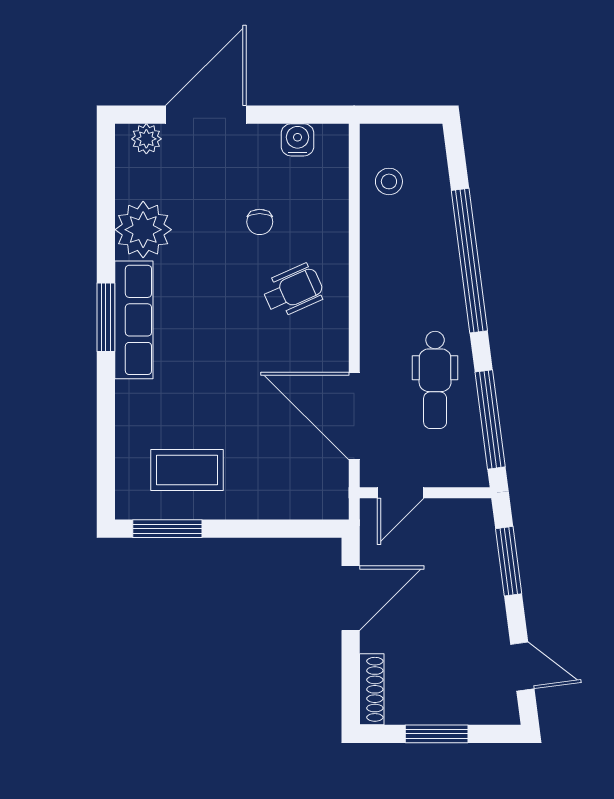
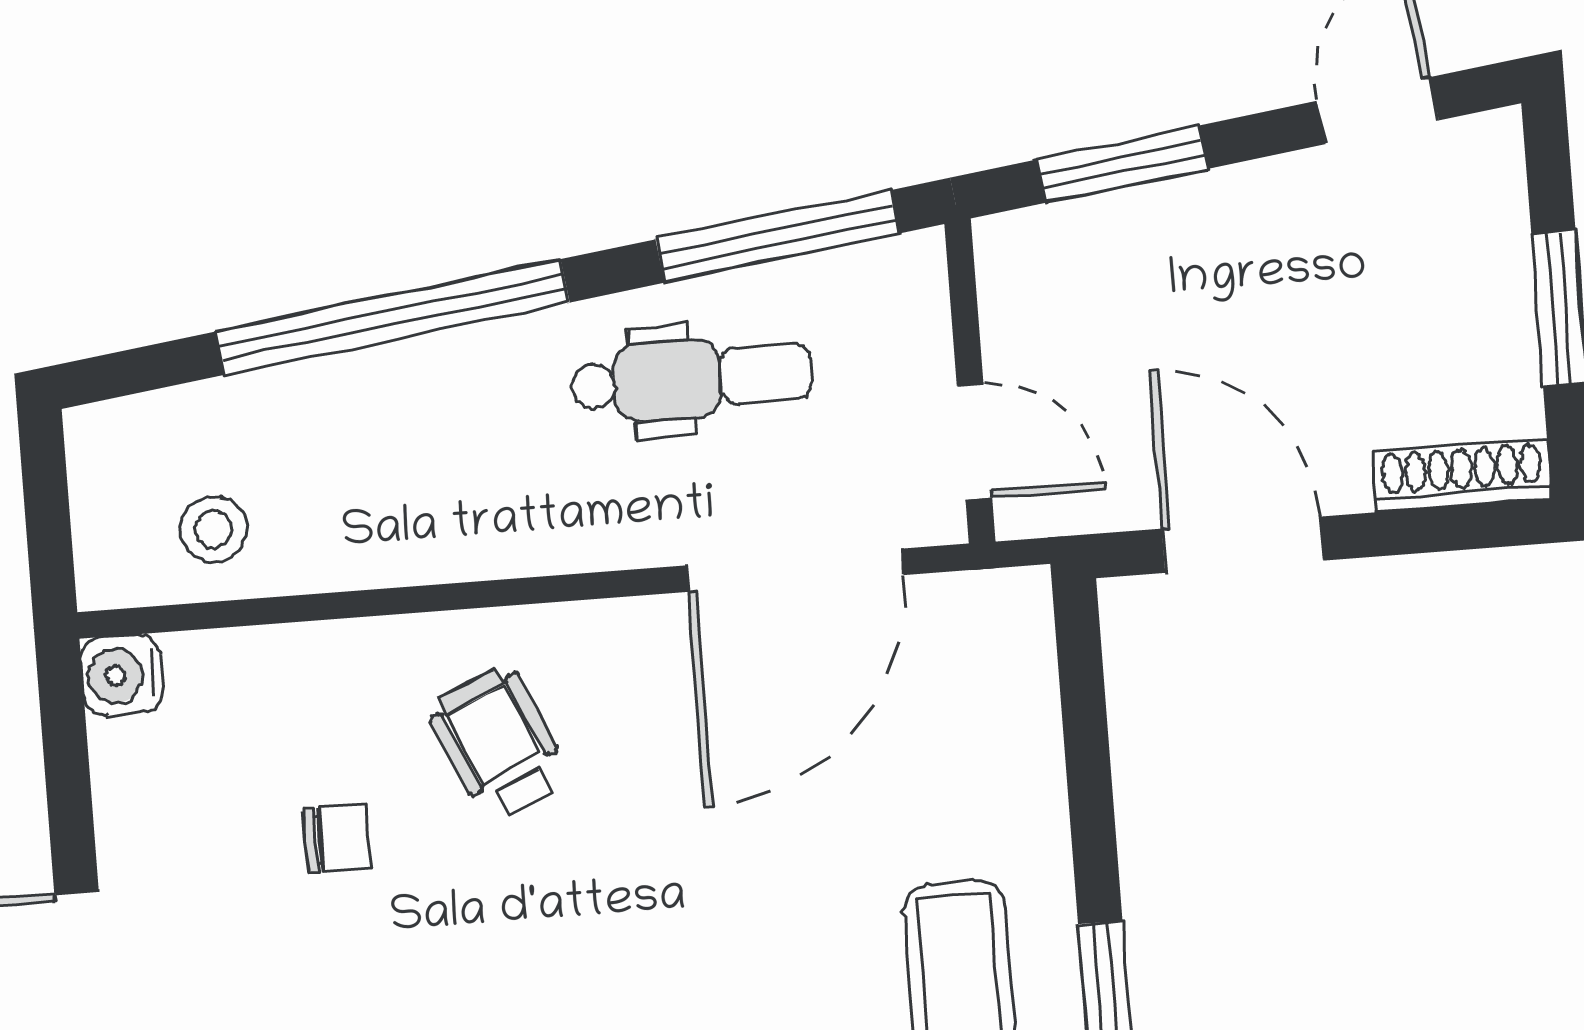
water cooler: (298, 140) -> (122, 675), moved

